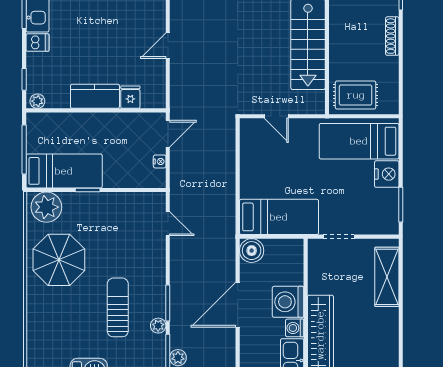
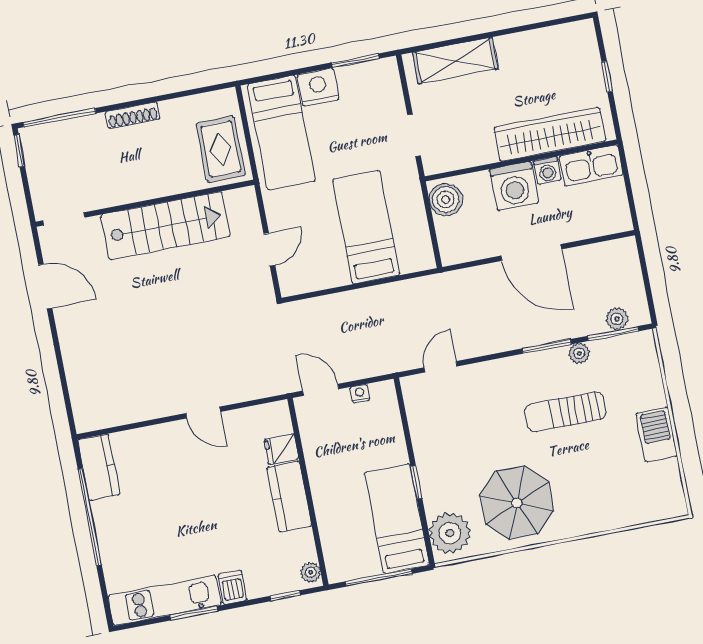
bed: (279, 217) -> (366, 227), moved
boiler: (252, 251) -> (446, 200), moved

